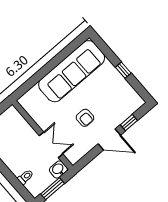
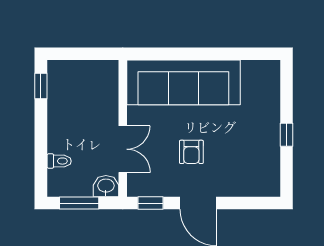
sofa: (72, 71) -> (183, 82), moved
window: (129, 123) -> (150, 203), moved

